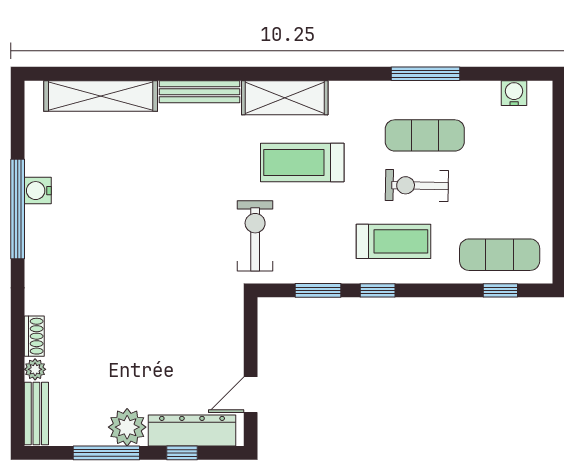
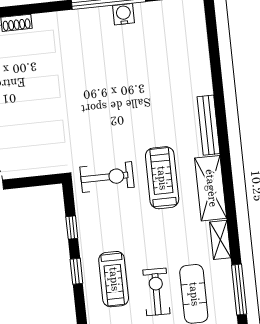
shelving: (101, 96) -> (220, 240), moved, width x0.45, depth x0.75
treadmill: (302, 163) -> (162, 178), moved
window: (318, 290) -> (72, 227), width x0.67

